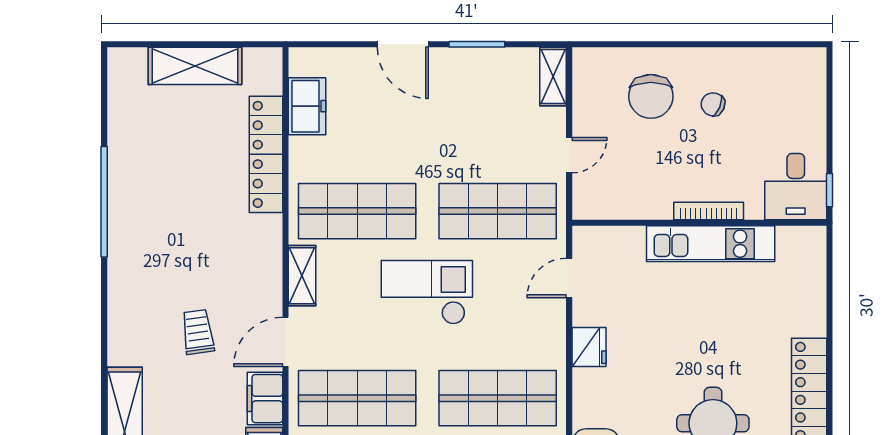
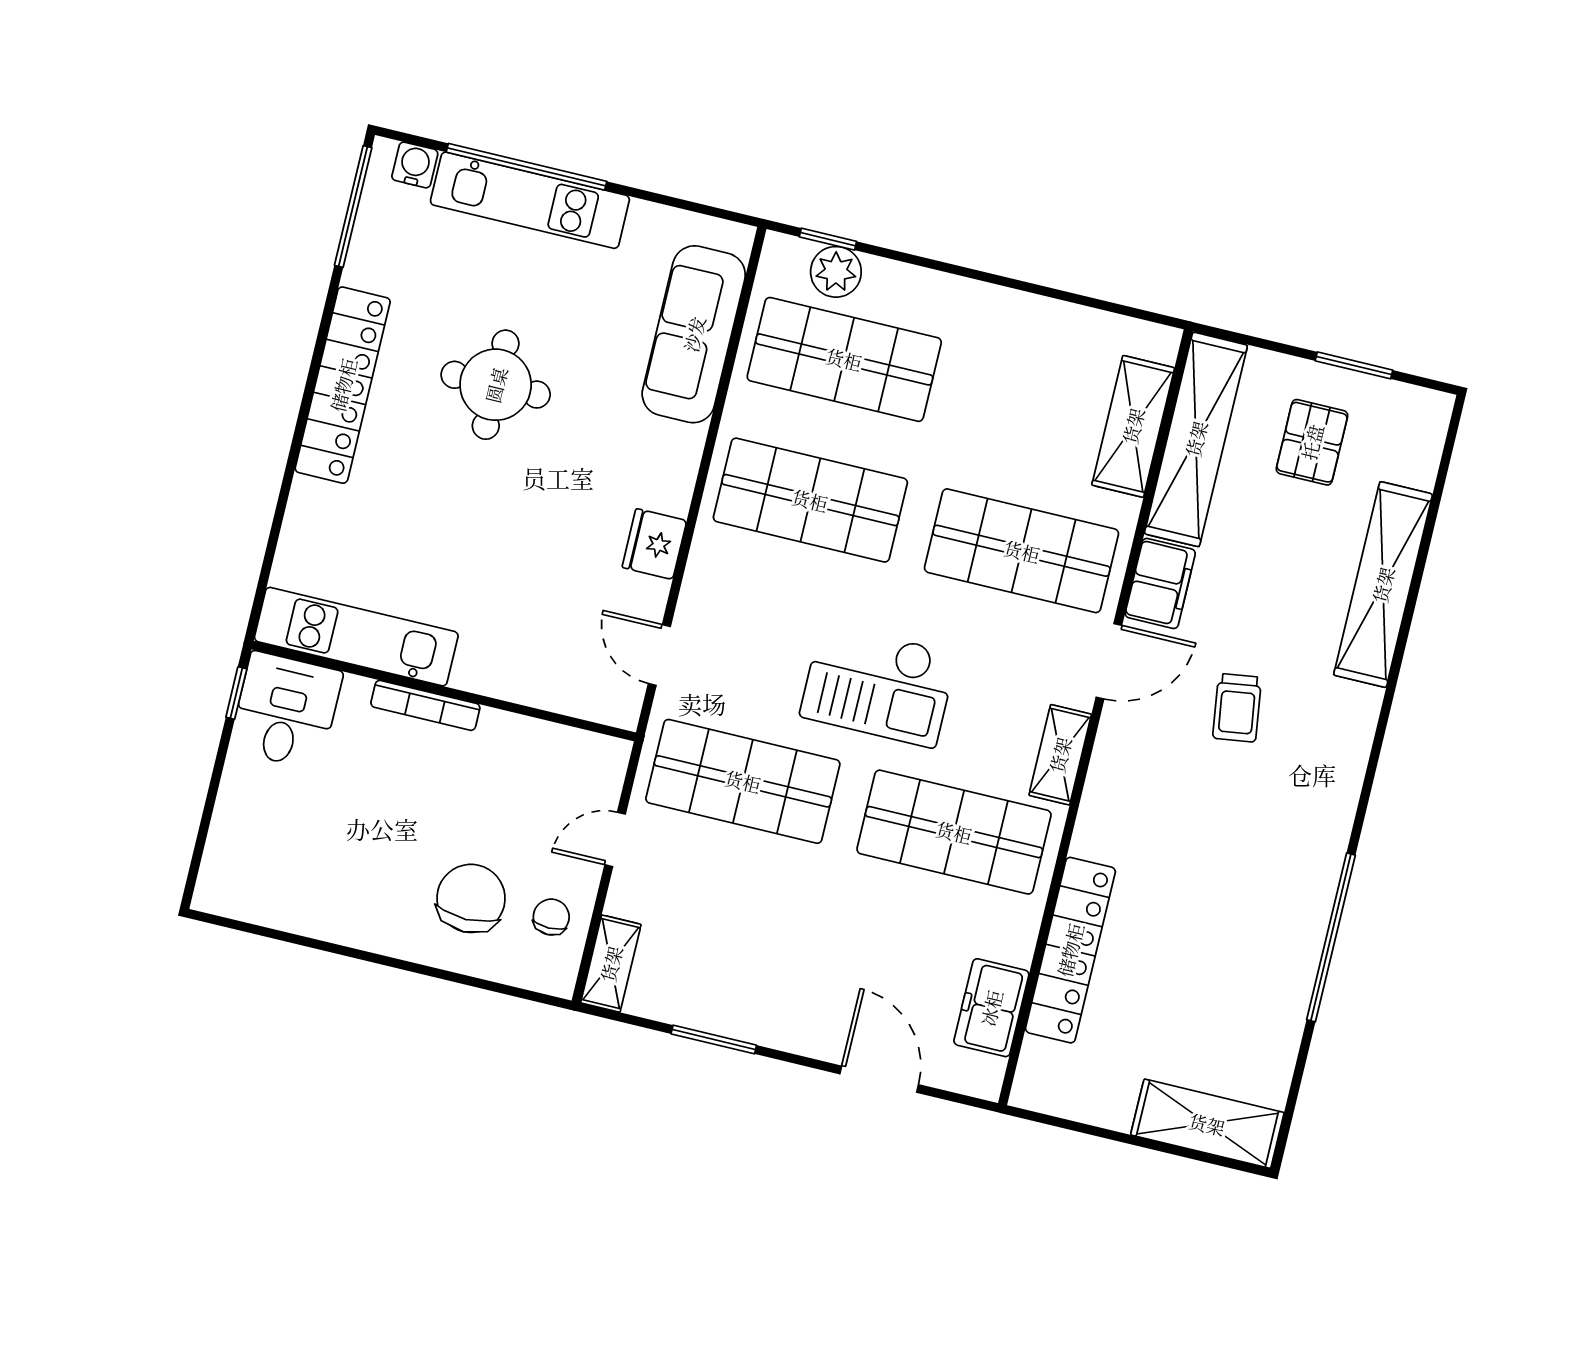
door: (403, 44) -> (879, 1079), moved
shelving: (195, 66) -> (1207, 1124), moved
chair: (713, 104) -> (551, 917), moved, turned -113
kitchen unit: (711, 244) -> (356, 637), moved
door: (569, 278) -> (659, 655), swing flipped

